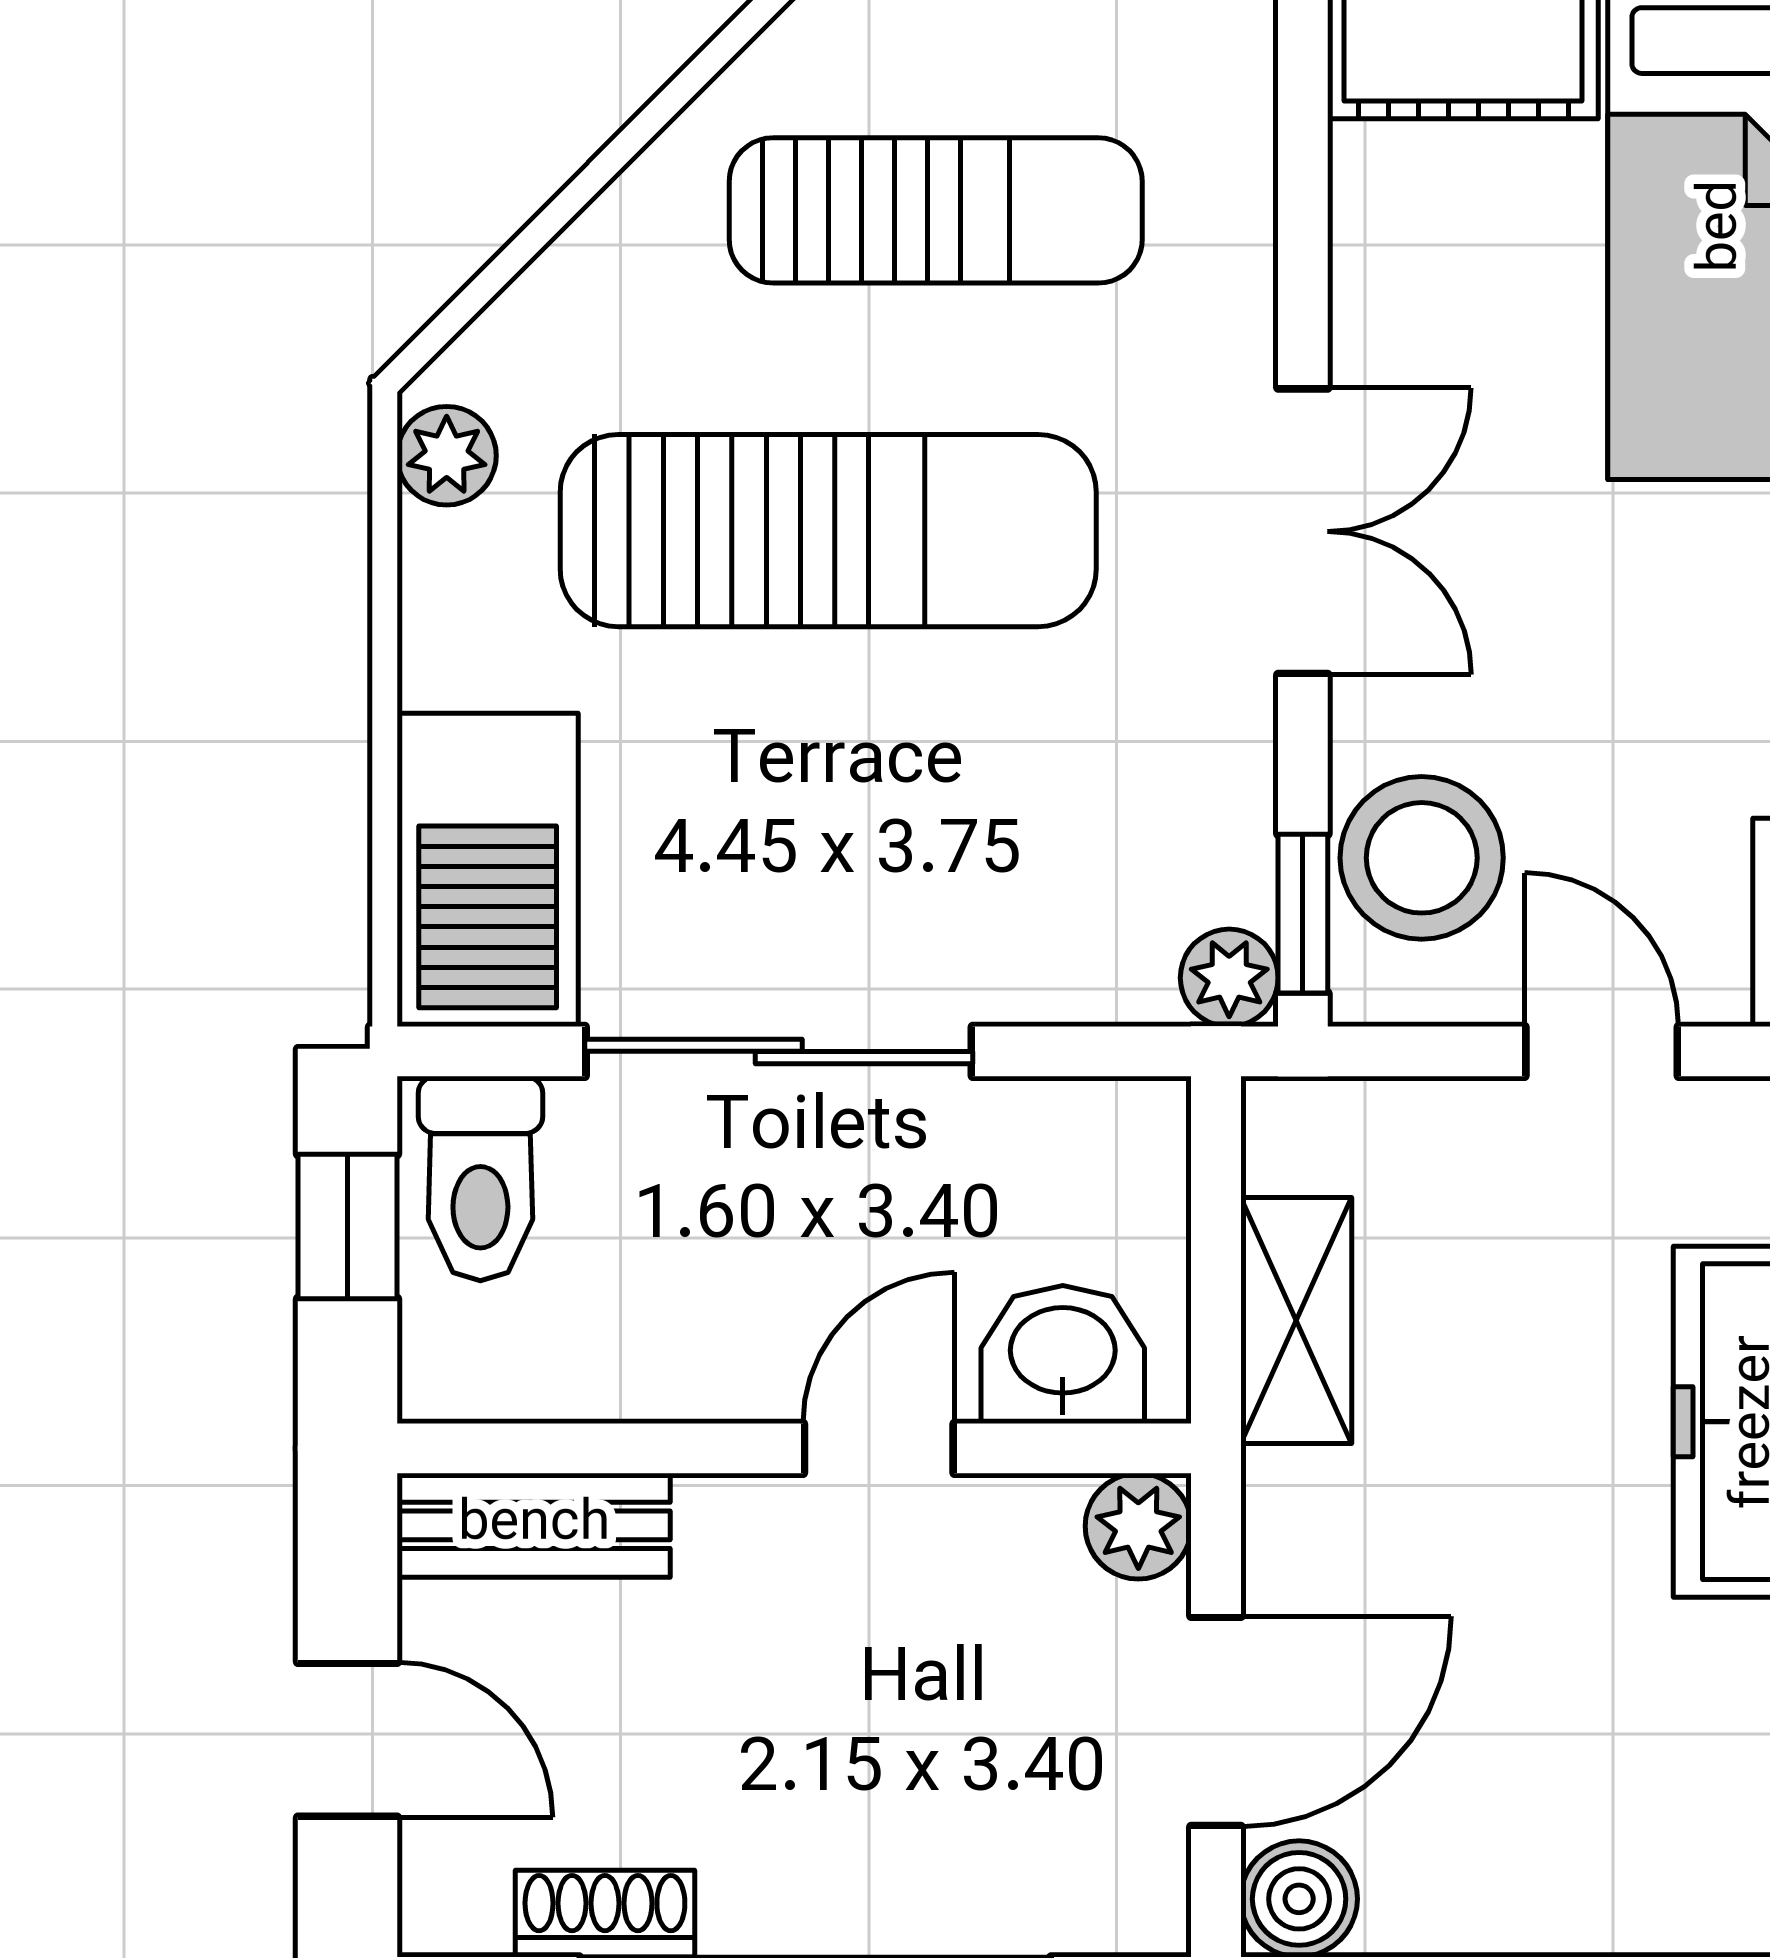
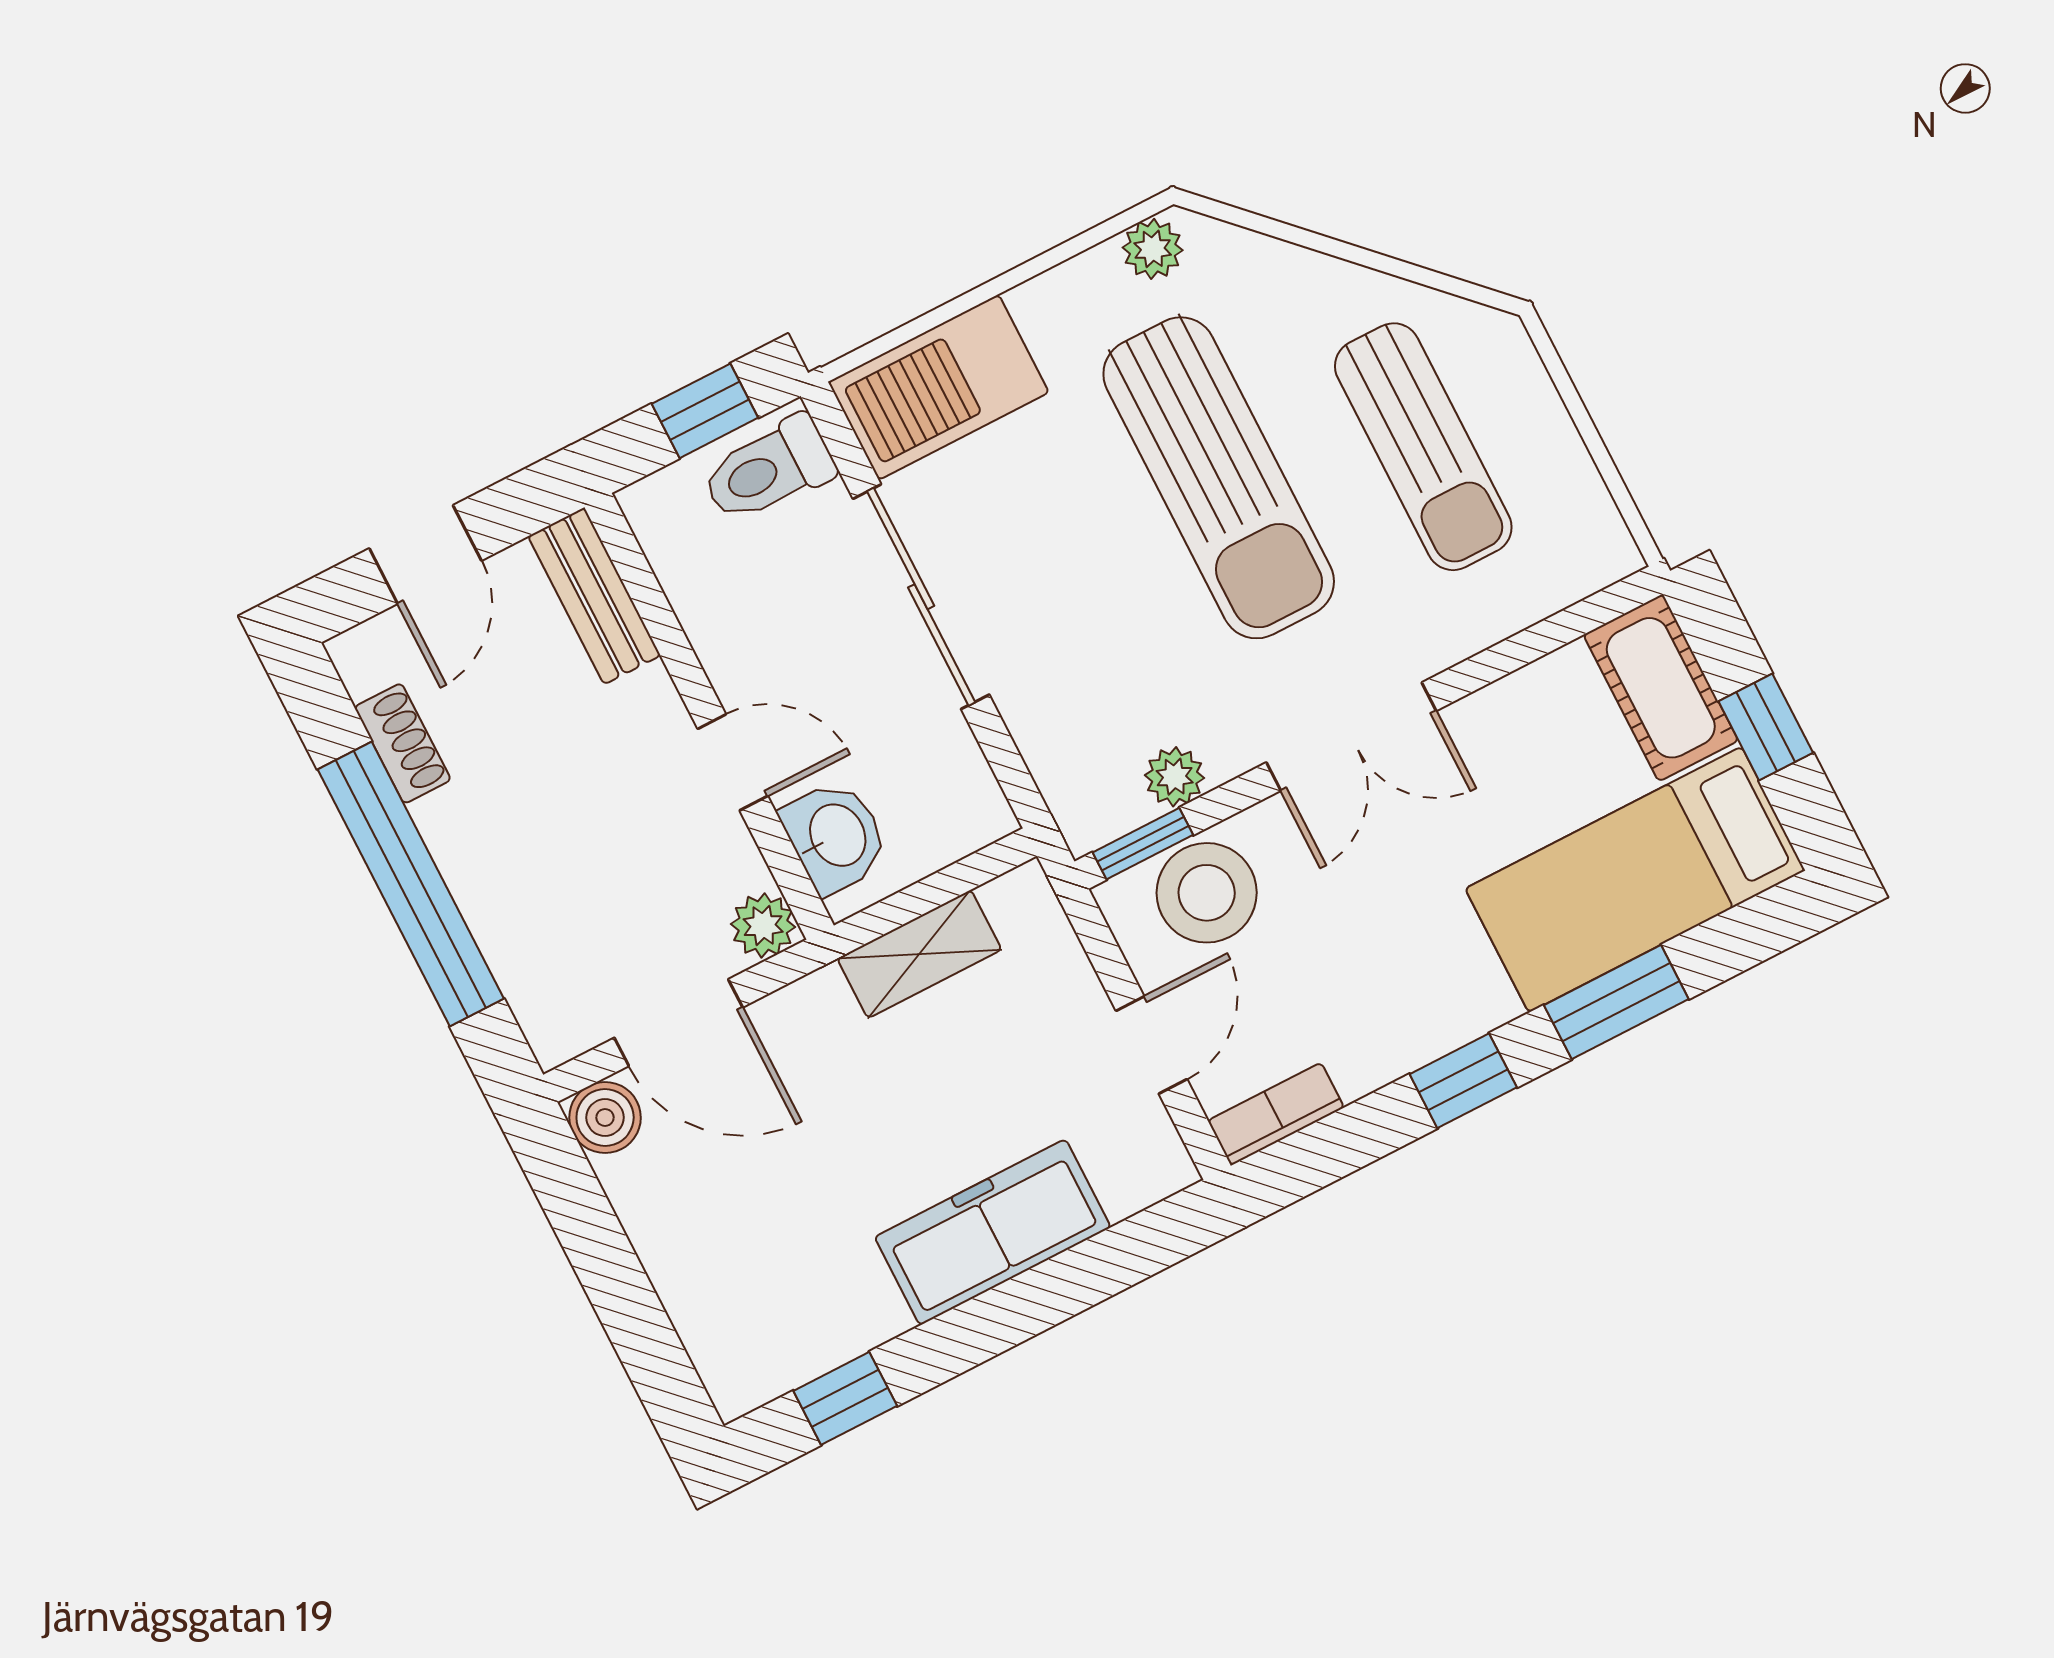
plant: (1229, 978) -> (1175, 777), moved

